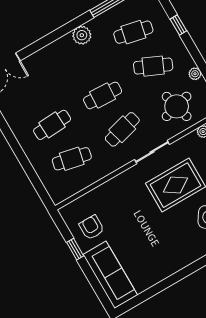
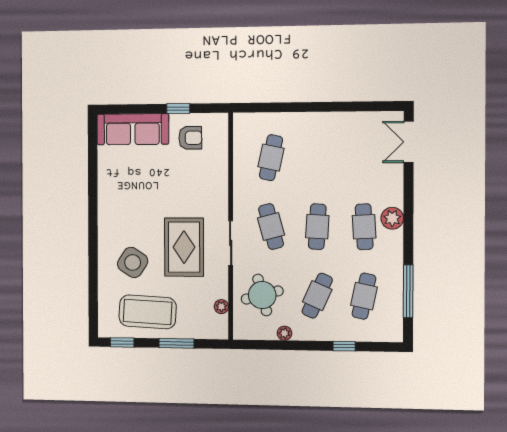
plant: (82, 35) -> (392, 218), moved
cafe table: (52, 125) -> (364, 227), moved

